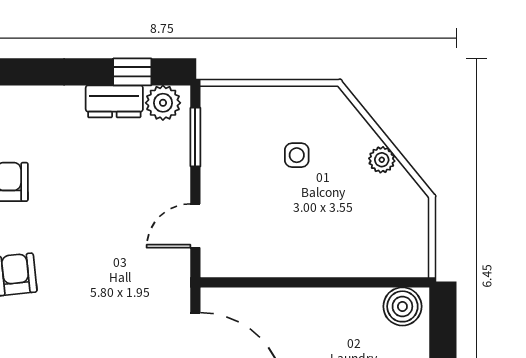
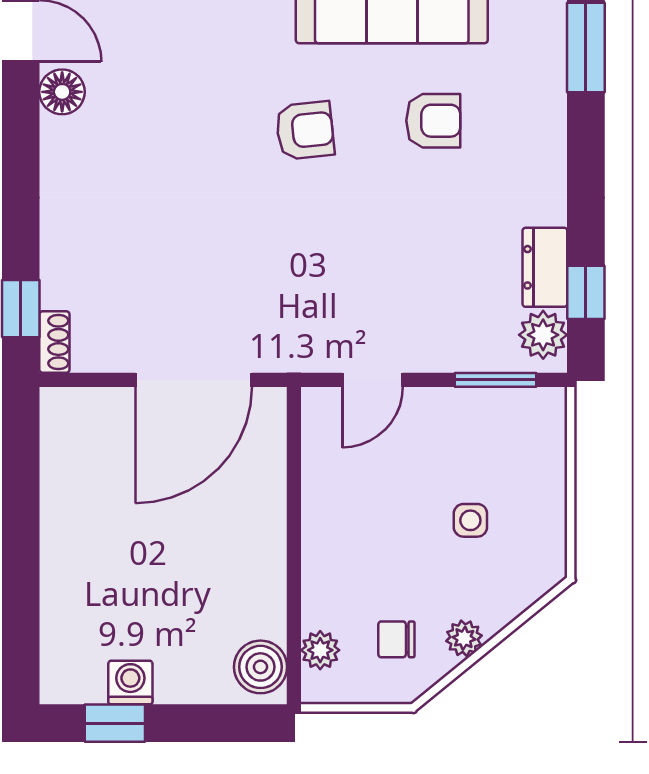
chair: (383, 208) -> (396, 639), added
door: (195, 226) -> (372, 380), swing flipped
plant: (390, 263) -> (320, 650), added

